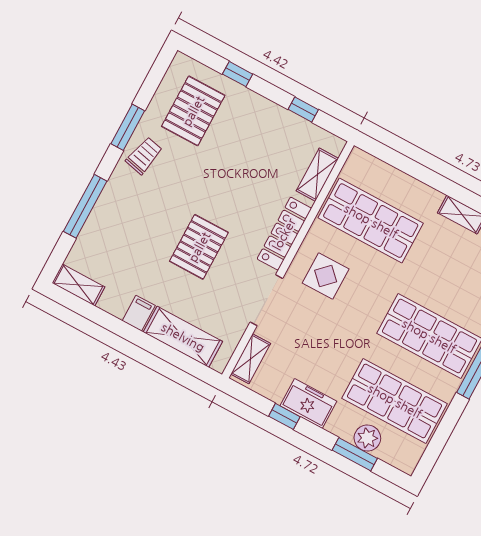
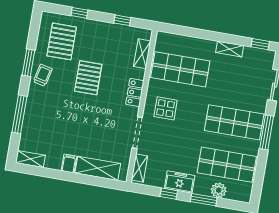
locker: (284, 234) -> (135, 93), width x0.66
pallet: (199, 247) -> (88, 78), moved
window: (355, 454) -> (204, 200), moved

